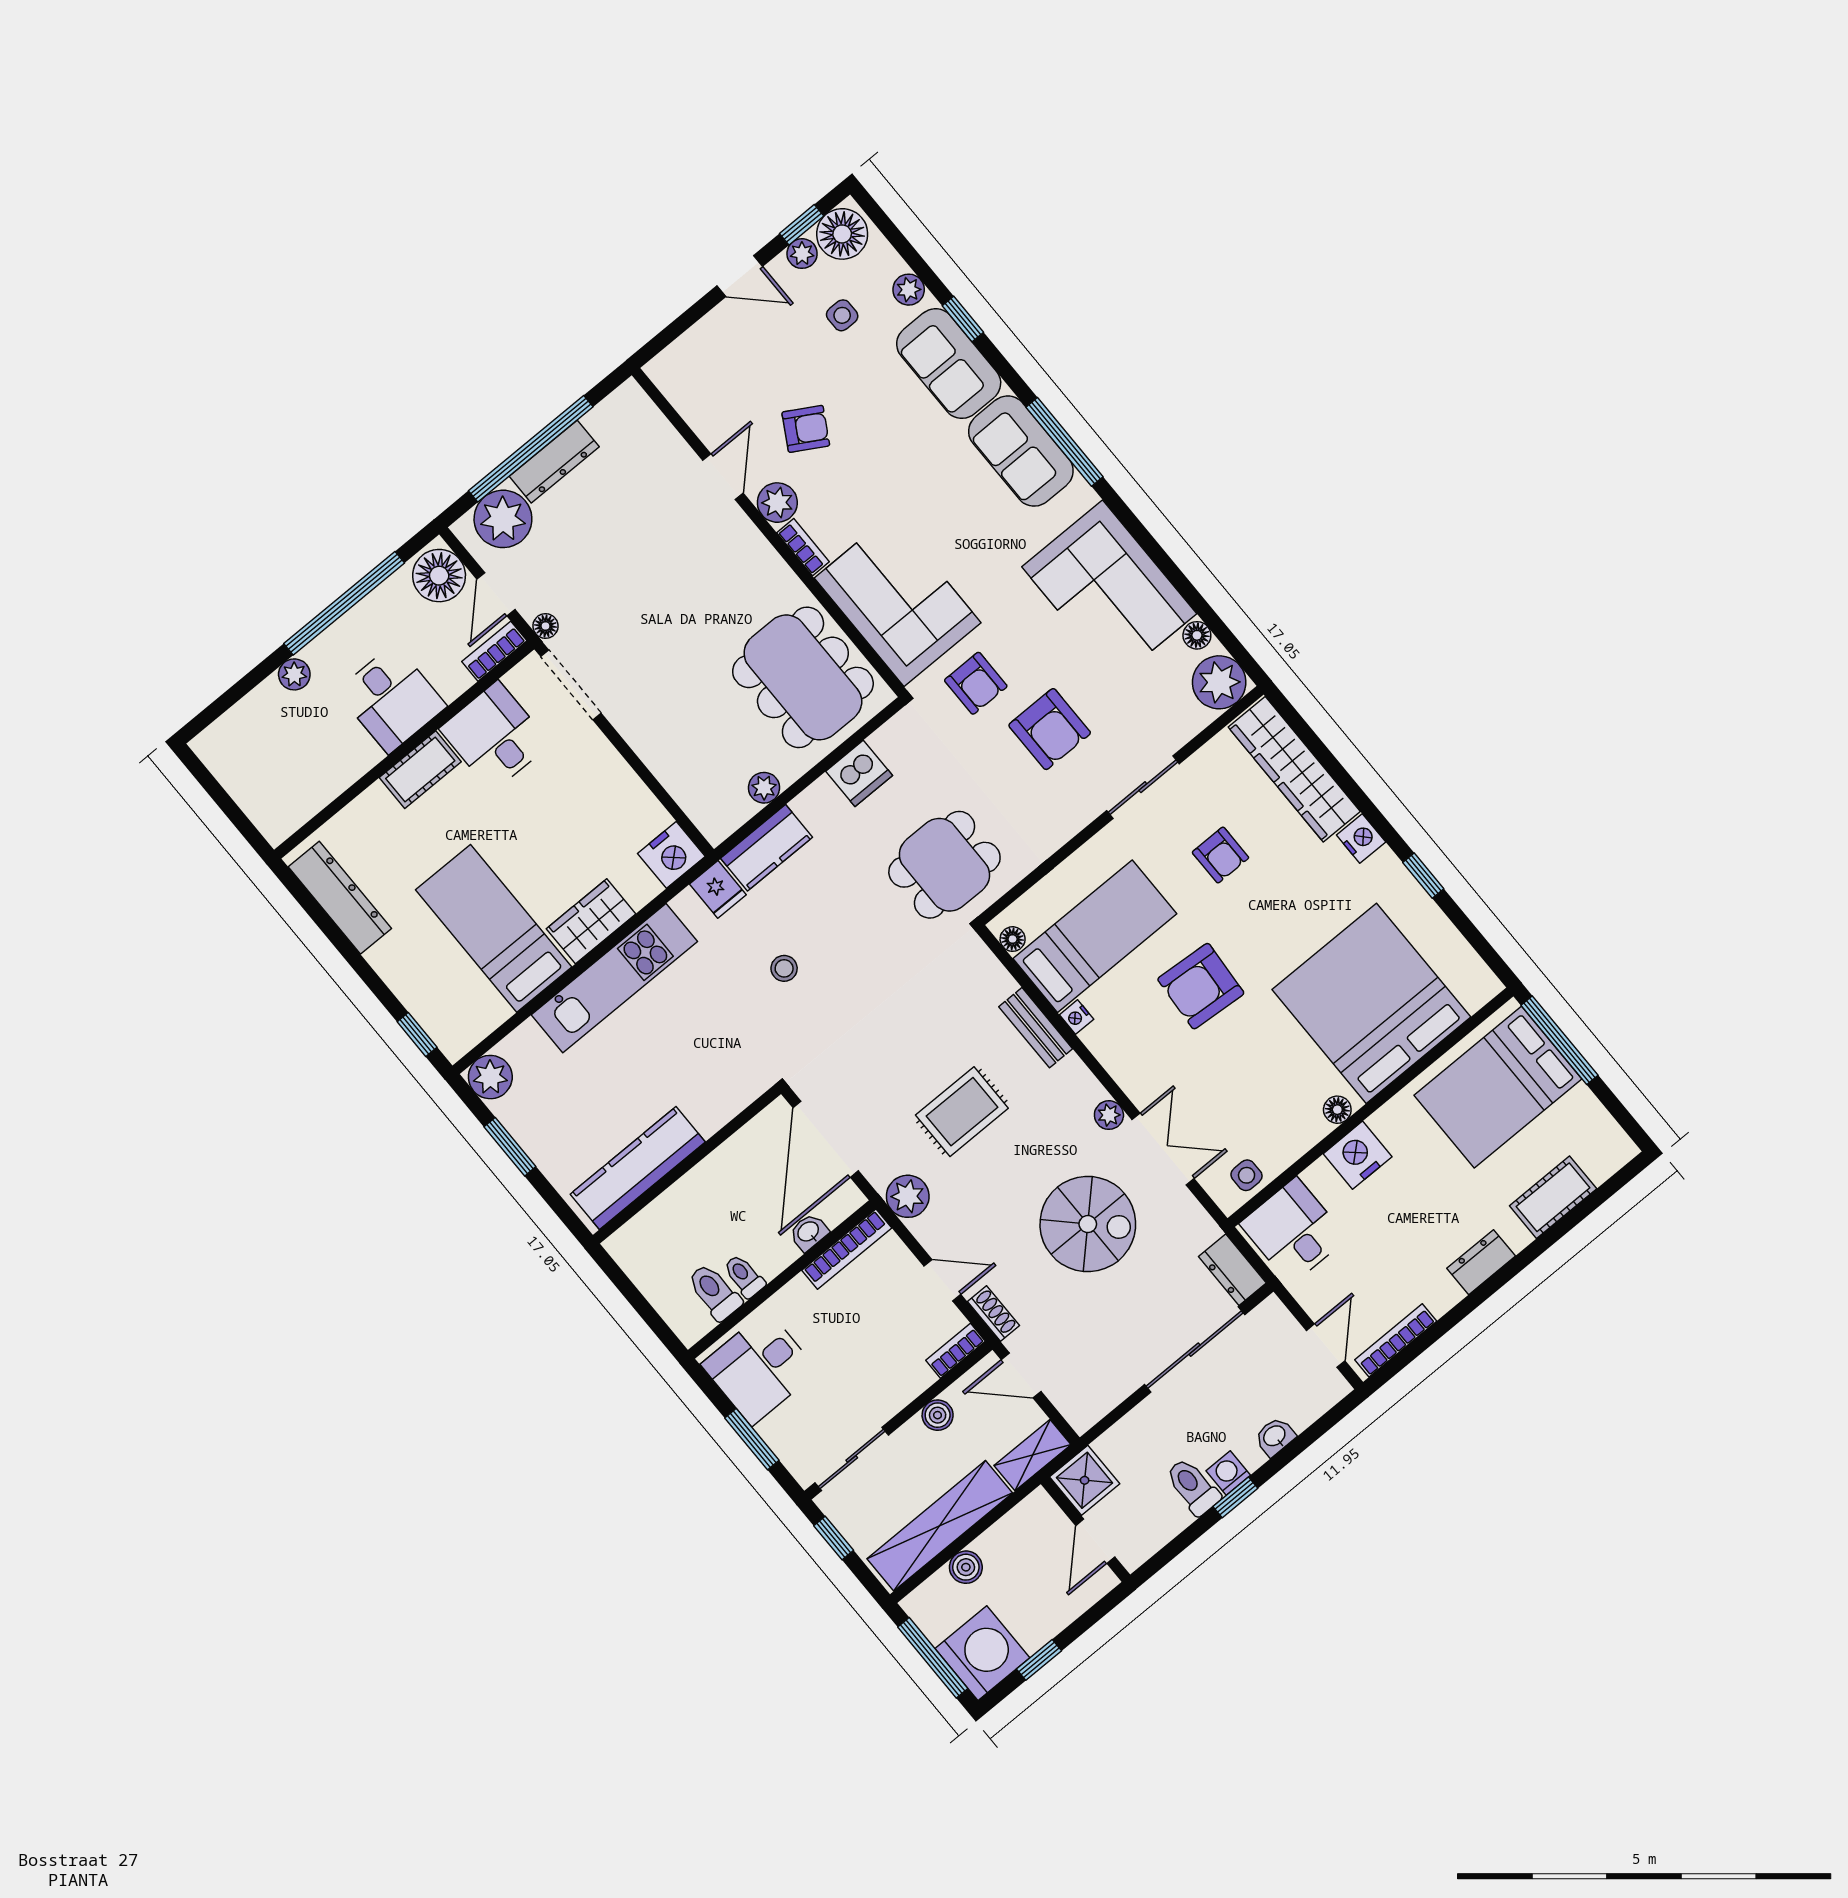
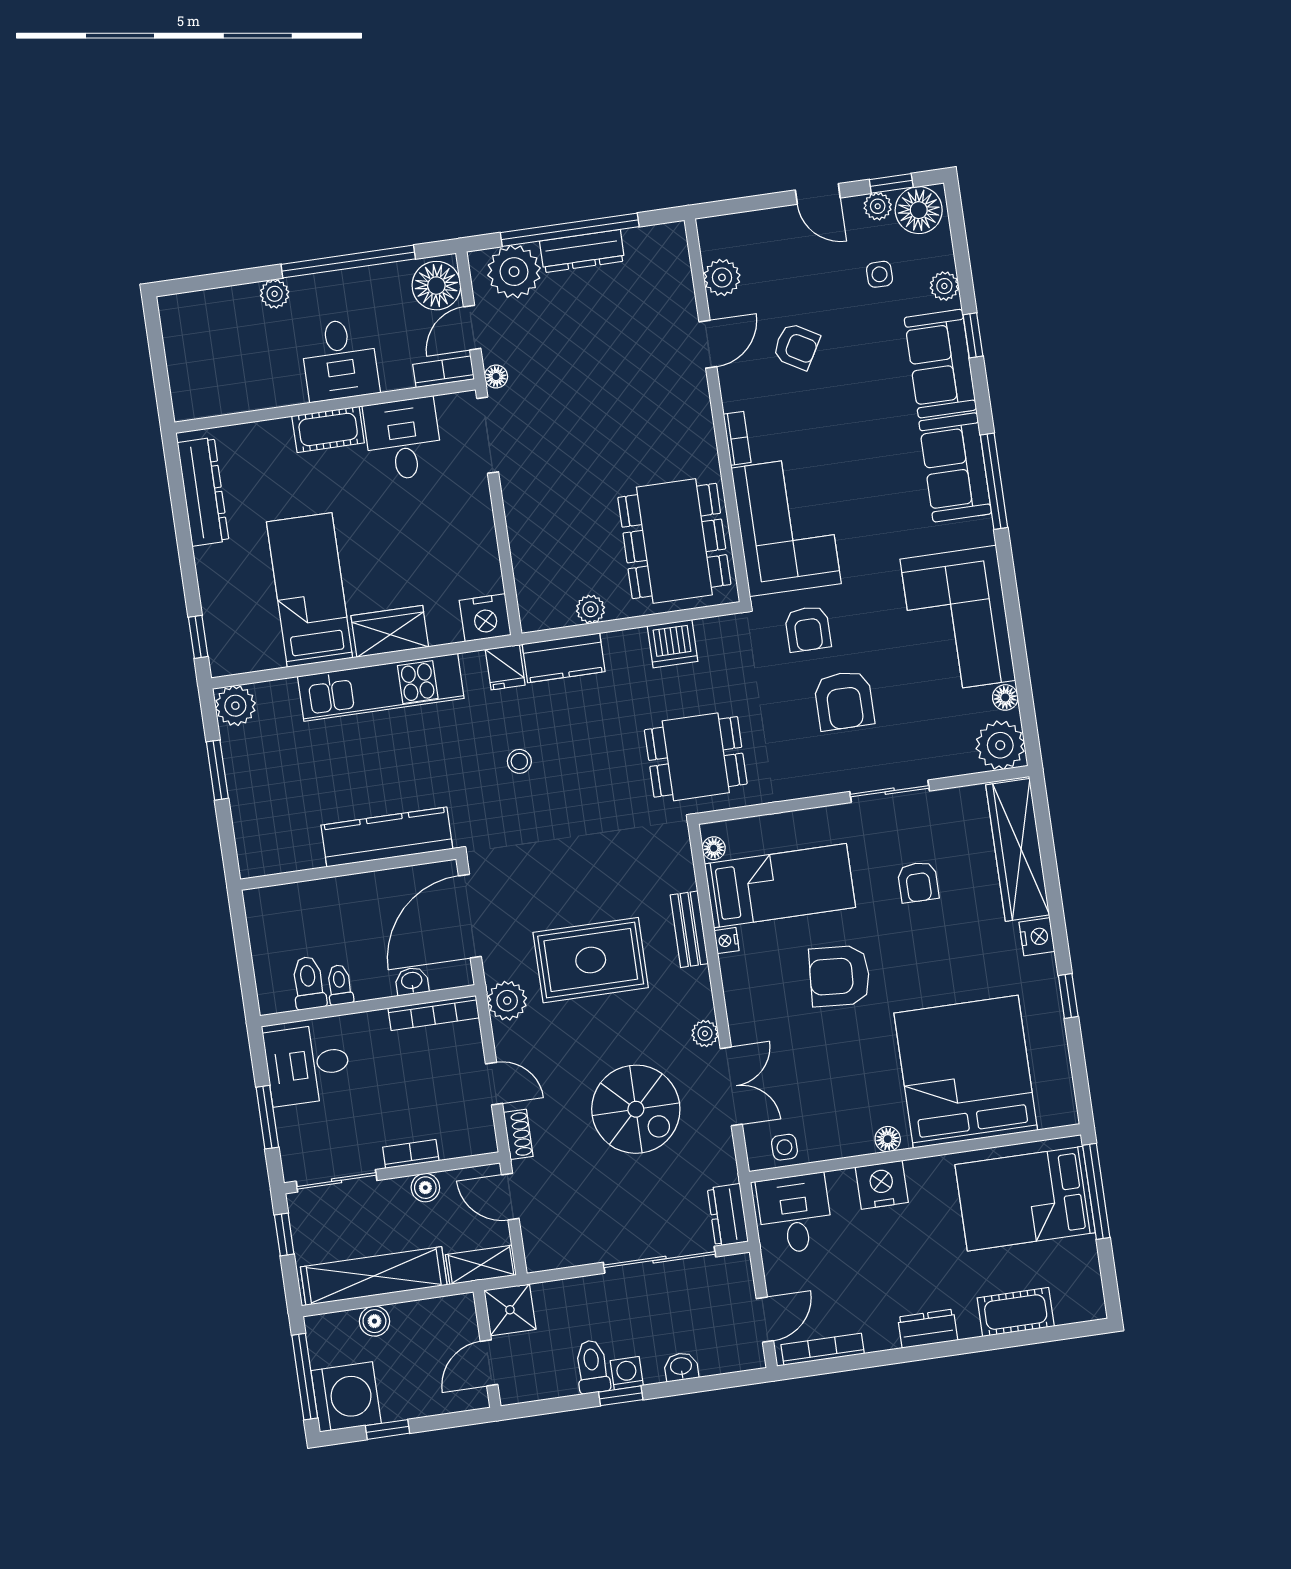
plant: (777, 503) -> (722, 277), moved
rug: (962, 1112) -> (591, 960), width x1.36, depth x1.43
kitchen counter: (638, 1168) -> (387, 837), moved
bookcase: (955, 1351) -> (411, 1154), moved

